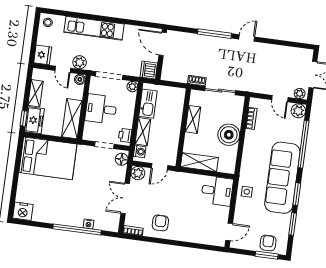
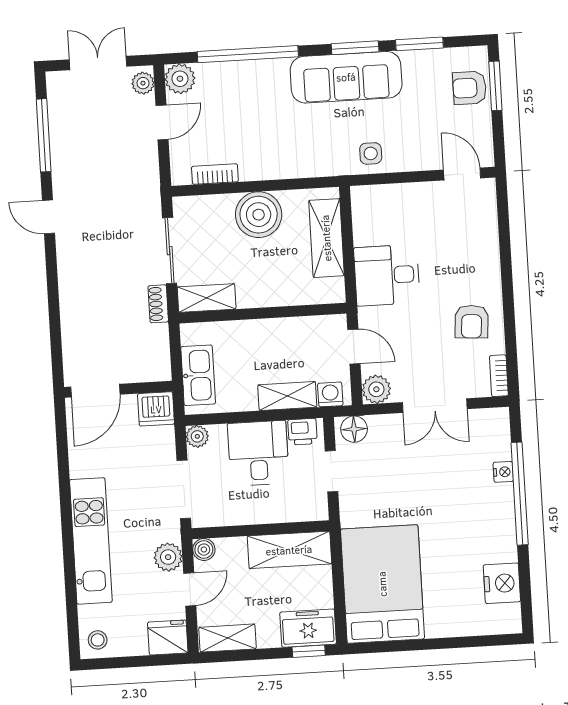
window: (215, 34) -> (44, 135), moved
shelving: (36, 93) -> (228, 638), moved
kitchen sink: (148, 104) -> (198, 375), moved, turned 90
desk: (101, 109) -> (258, 453), moved, turned 180
shelving: (193, 119) -> (207, 298), moved
shelving: (199, 162) -> (326, 238), moved
sofa: (282, 178) -> (346, 77), width x0.74, depth x0.79
desk: (217, 191) -> (387, 275), moved, turned -90
nightstand: (23, 211) -> (502, 583), moved
armchair: (160, 223) -> (472, 322), turned -86

